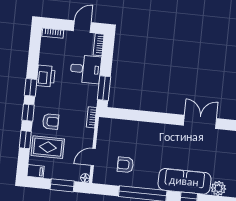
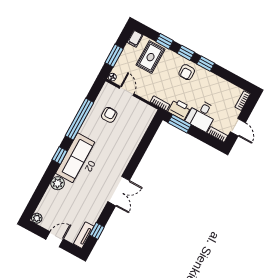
printer: (46, 76) -> (179, 109), moved, turned 180
armchair: (51, 122) -> (187, 72), moved

